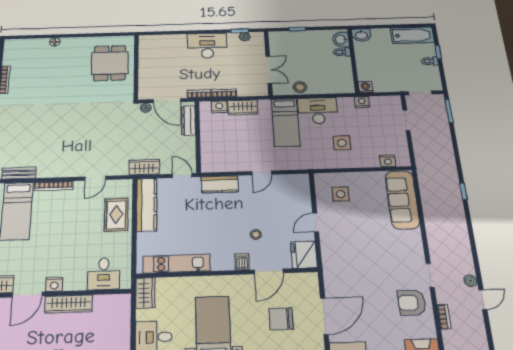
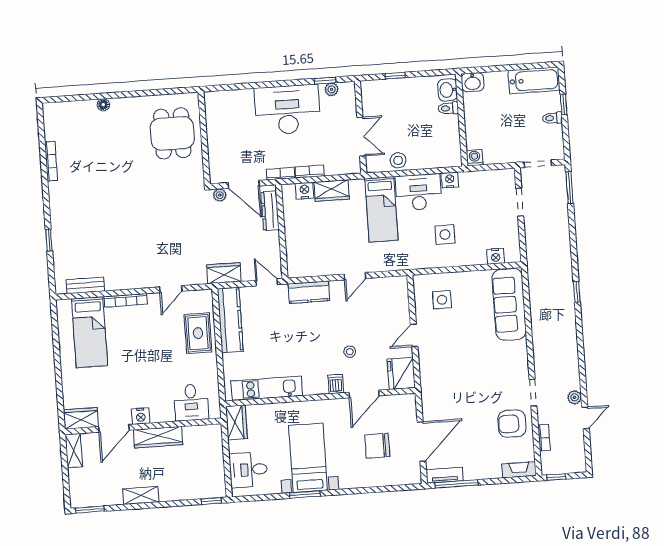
desk: (207, 46) -> (287, 110), width x1.36, depth x1.30
nightstand: (362, 102) -> (450, 180), moved

